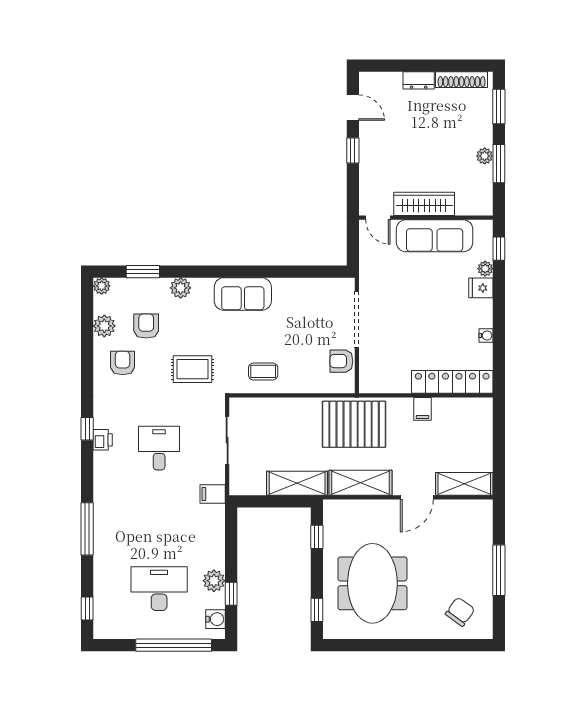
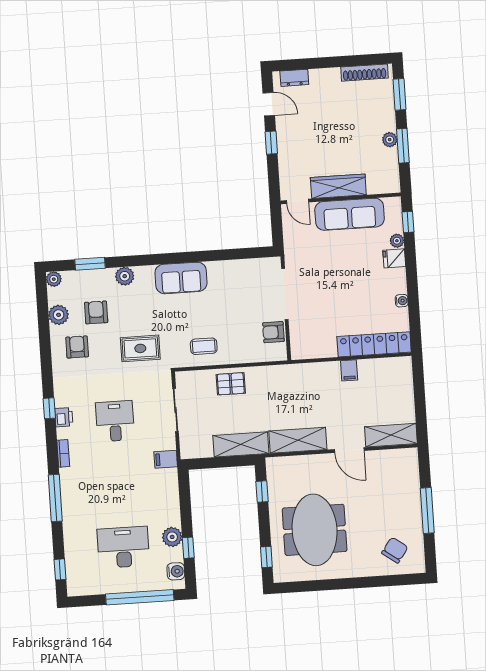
dresser: (419, 80) -> (294, 78), moved
pallet: (354, 424) -> (231, 384), moved, width x0.49, depth x0.50
bookcase: (99, 480) -> (63, 453), added
door: (417, 497) -> (349, 450), hinge flipped

